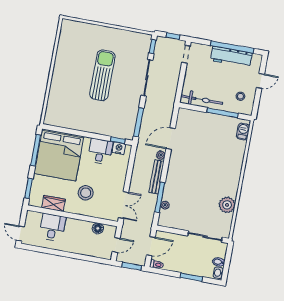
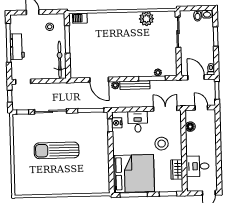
workbench: (231, 57) -> (17, 47), width x0.73
desk: (100, 151) -> (138, 122), moved, turned 90

